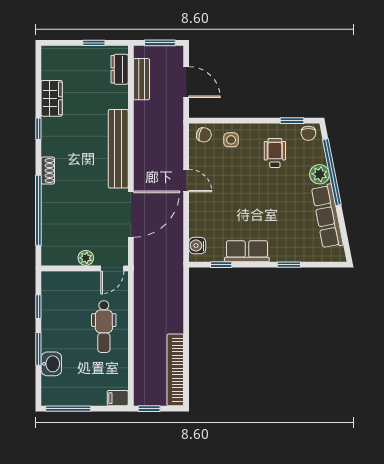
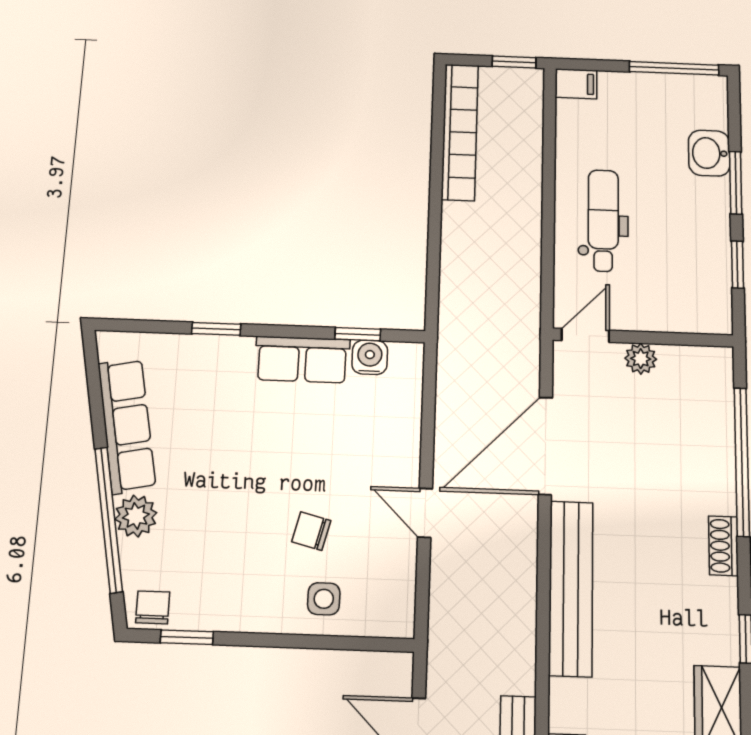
chair: (204, 135) -> (311, 531), moved
wheelchair: (275, 153) -> (230, 566), removed
water cooler: (197, 246) -> (370, 357), moved, turned -90

